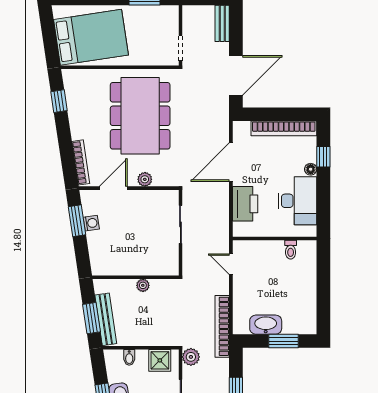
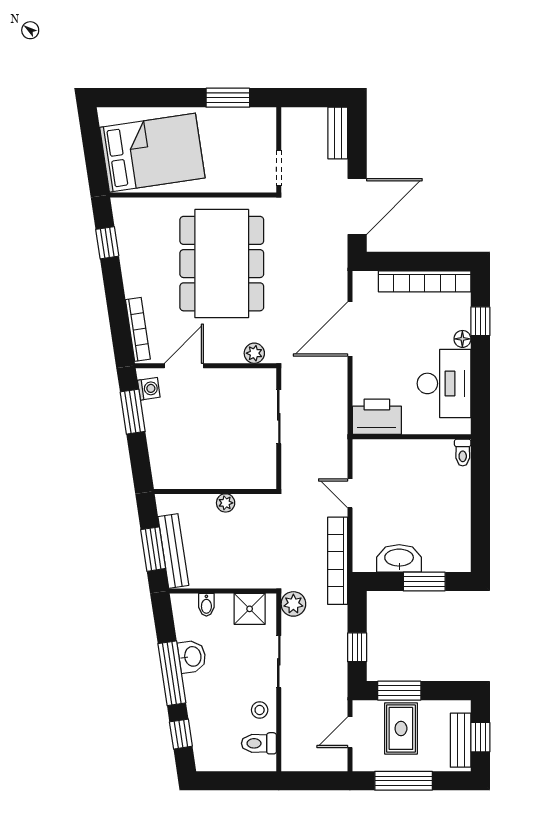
plant: (145, 179) -> (254, 353), moved
printer: (245, 204) -> (377, 417), moved, turned -90
washing machine: (91, 223) -> (149, 389), moved
toilet: (291, 250) -> (463, 453), moved
door: (231, 264) -> (350, 493), moved

